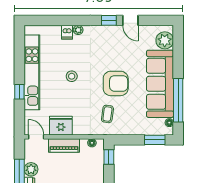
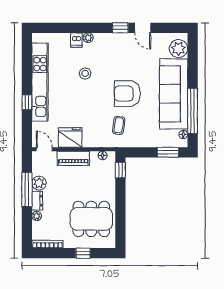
stool: (72, 76) -> (85, 73), moved
armchair: (116, 83) -> (127, 94), turned 180

